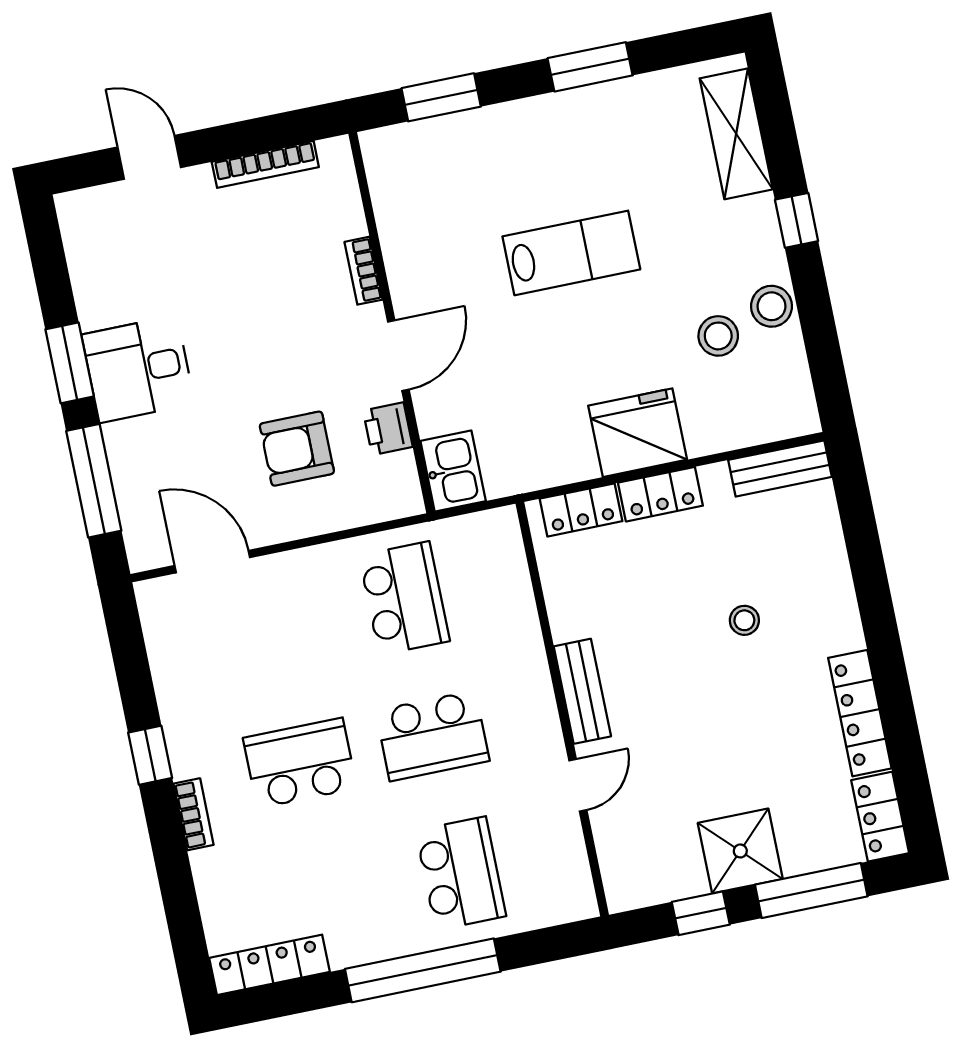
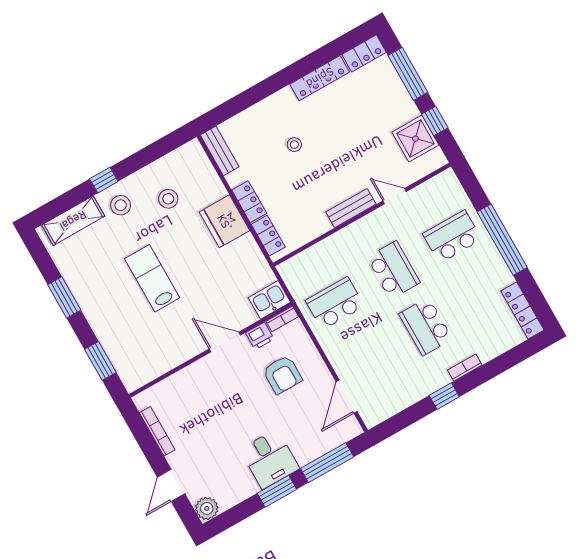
plant: (81, 213) -> (207, 508), added
bookcase: (363, 271) -> (282, 319), moved
stool: (771, 306) -> (121, 205), moved
shower: (740, 851) -> (415, 139), moved

